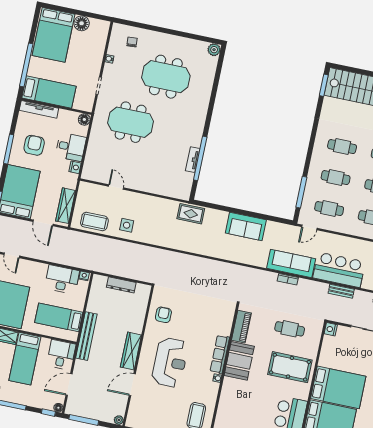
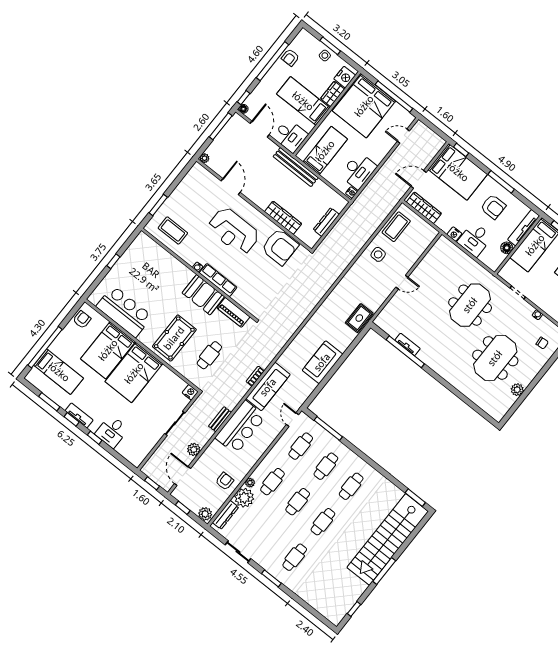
plant: (214, 50) -> (517, 390), moved
floor lamp: (84, 119) -> (507, 248), moved
door: (116, 187) -> (402, 282), moved
armchair: (163, 315) -> (280, 247), width x1.88, depth x1.88
wardrobe: (131, 351) -> (283, 218), moved

